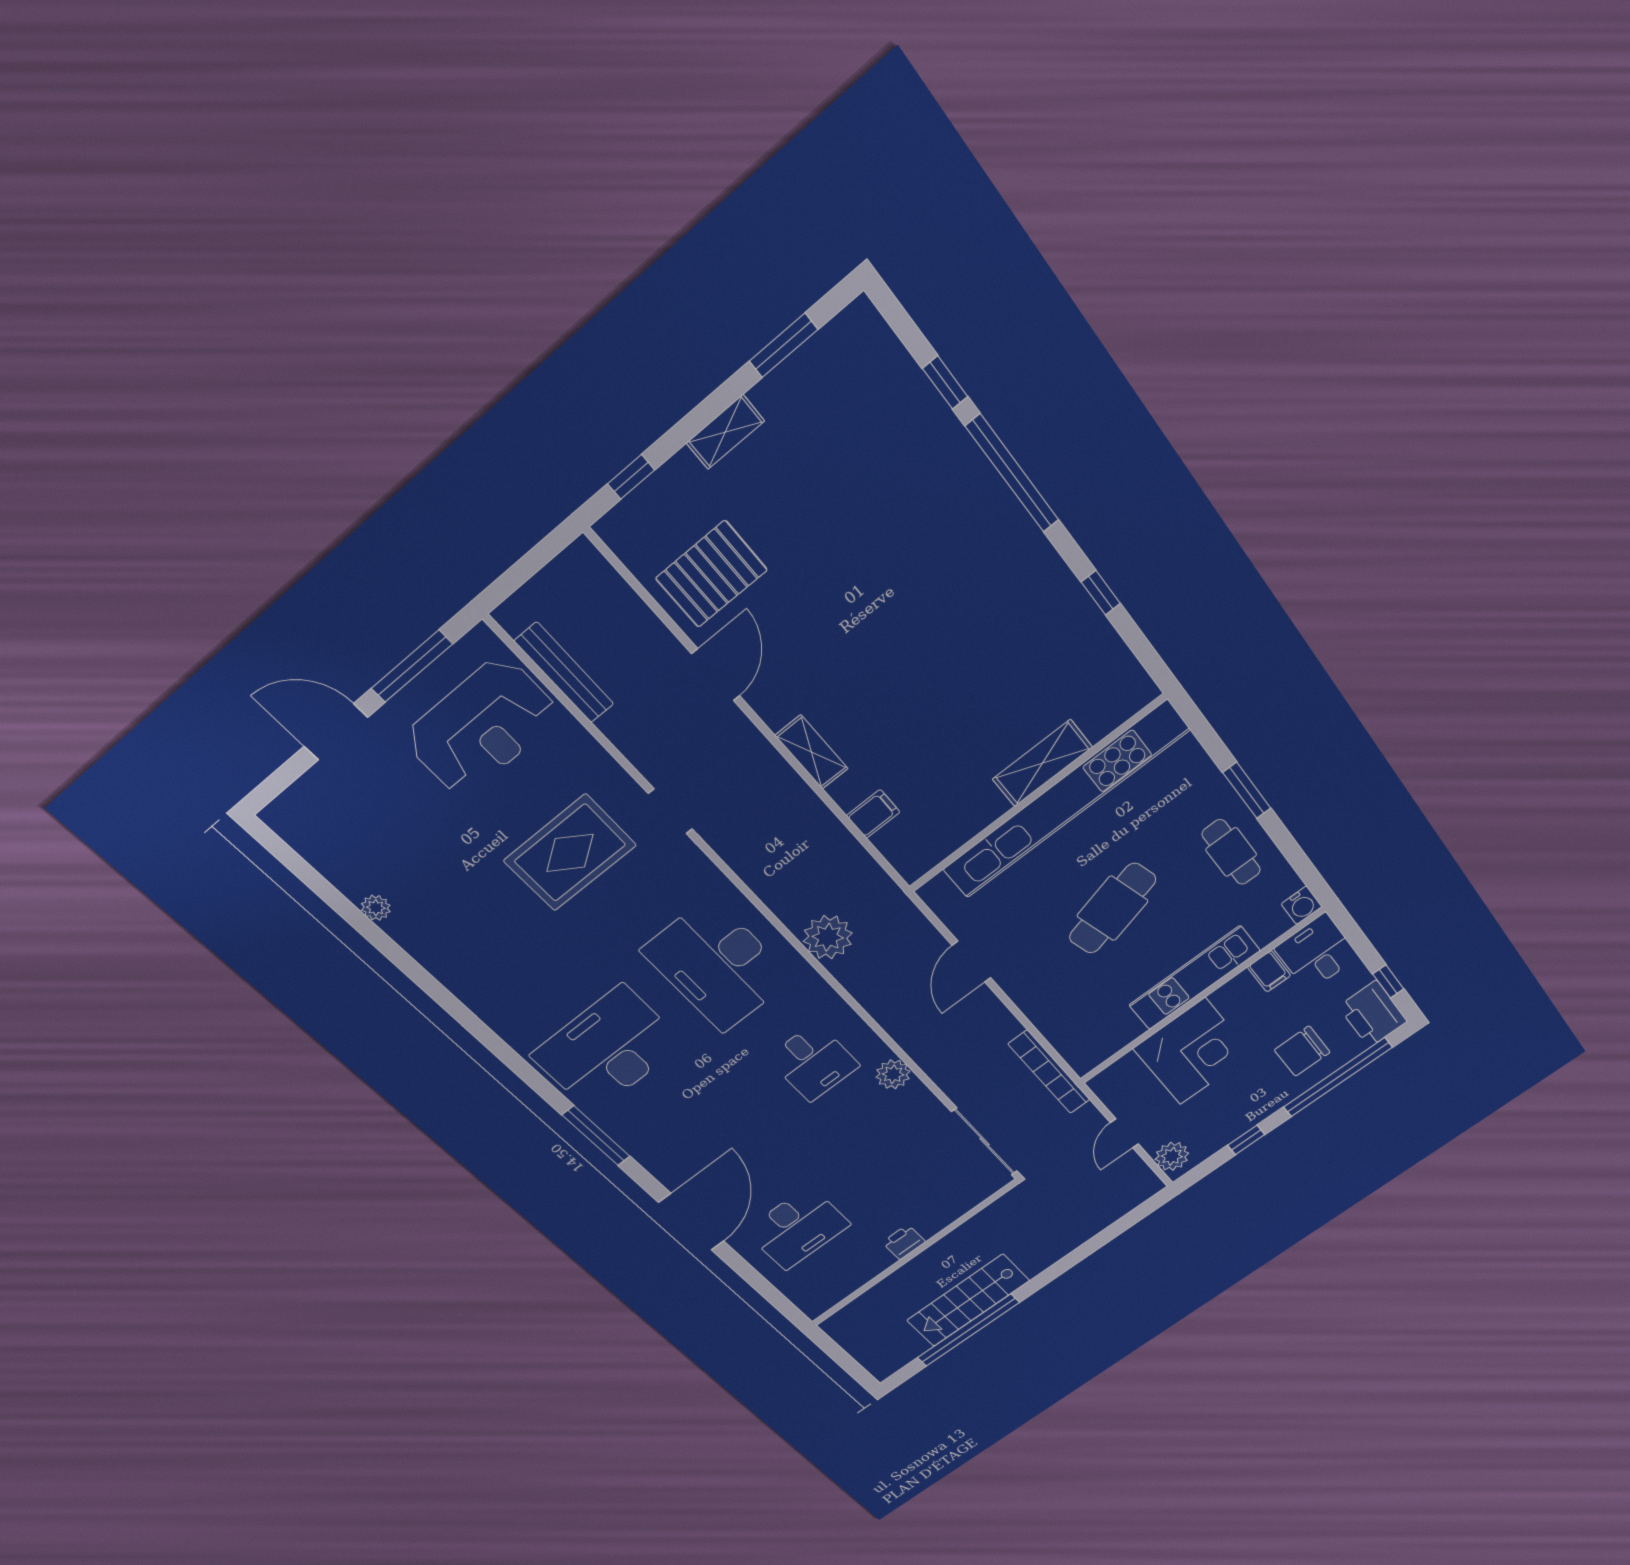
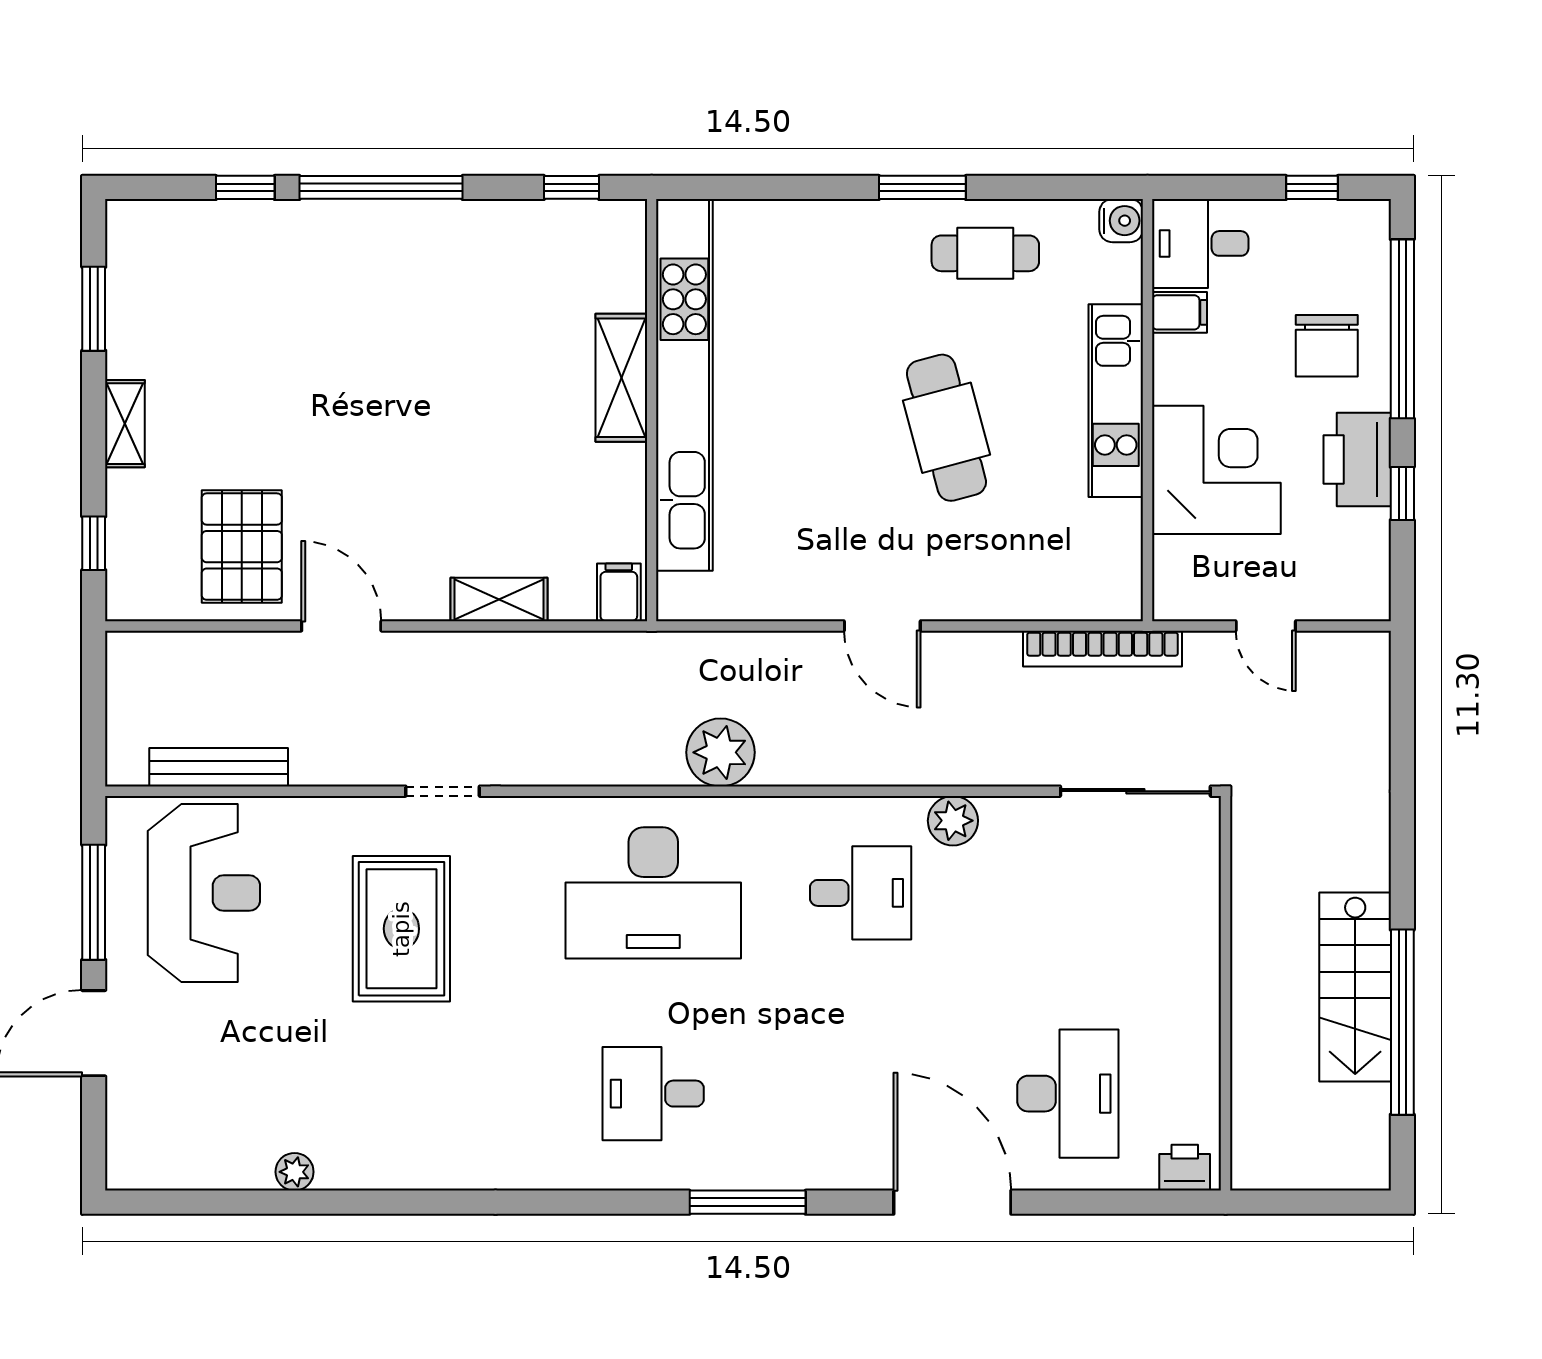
shelving: (1042, 763) -> (621, 378), moved
wall: (1036, 794) -> (652, 410), moved
kitchen unit: (1065, 800) -> (684, 385), moved
printer: (1373, 1014) -> (1357, 459), moved, turned 90
desk: (608, 1049) -> (653, 1094), width x0.53, depth x0.77
plant: (1172, 1156) -> (1349, 595), removed
printer: (904, 1242) -> (1185, 1168), moved, turned 90

